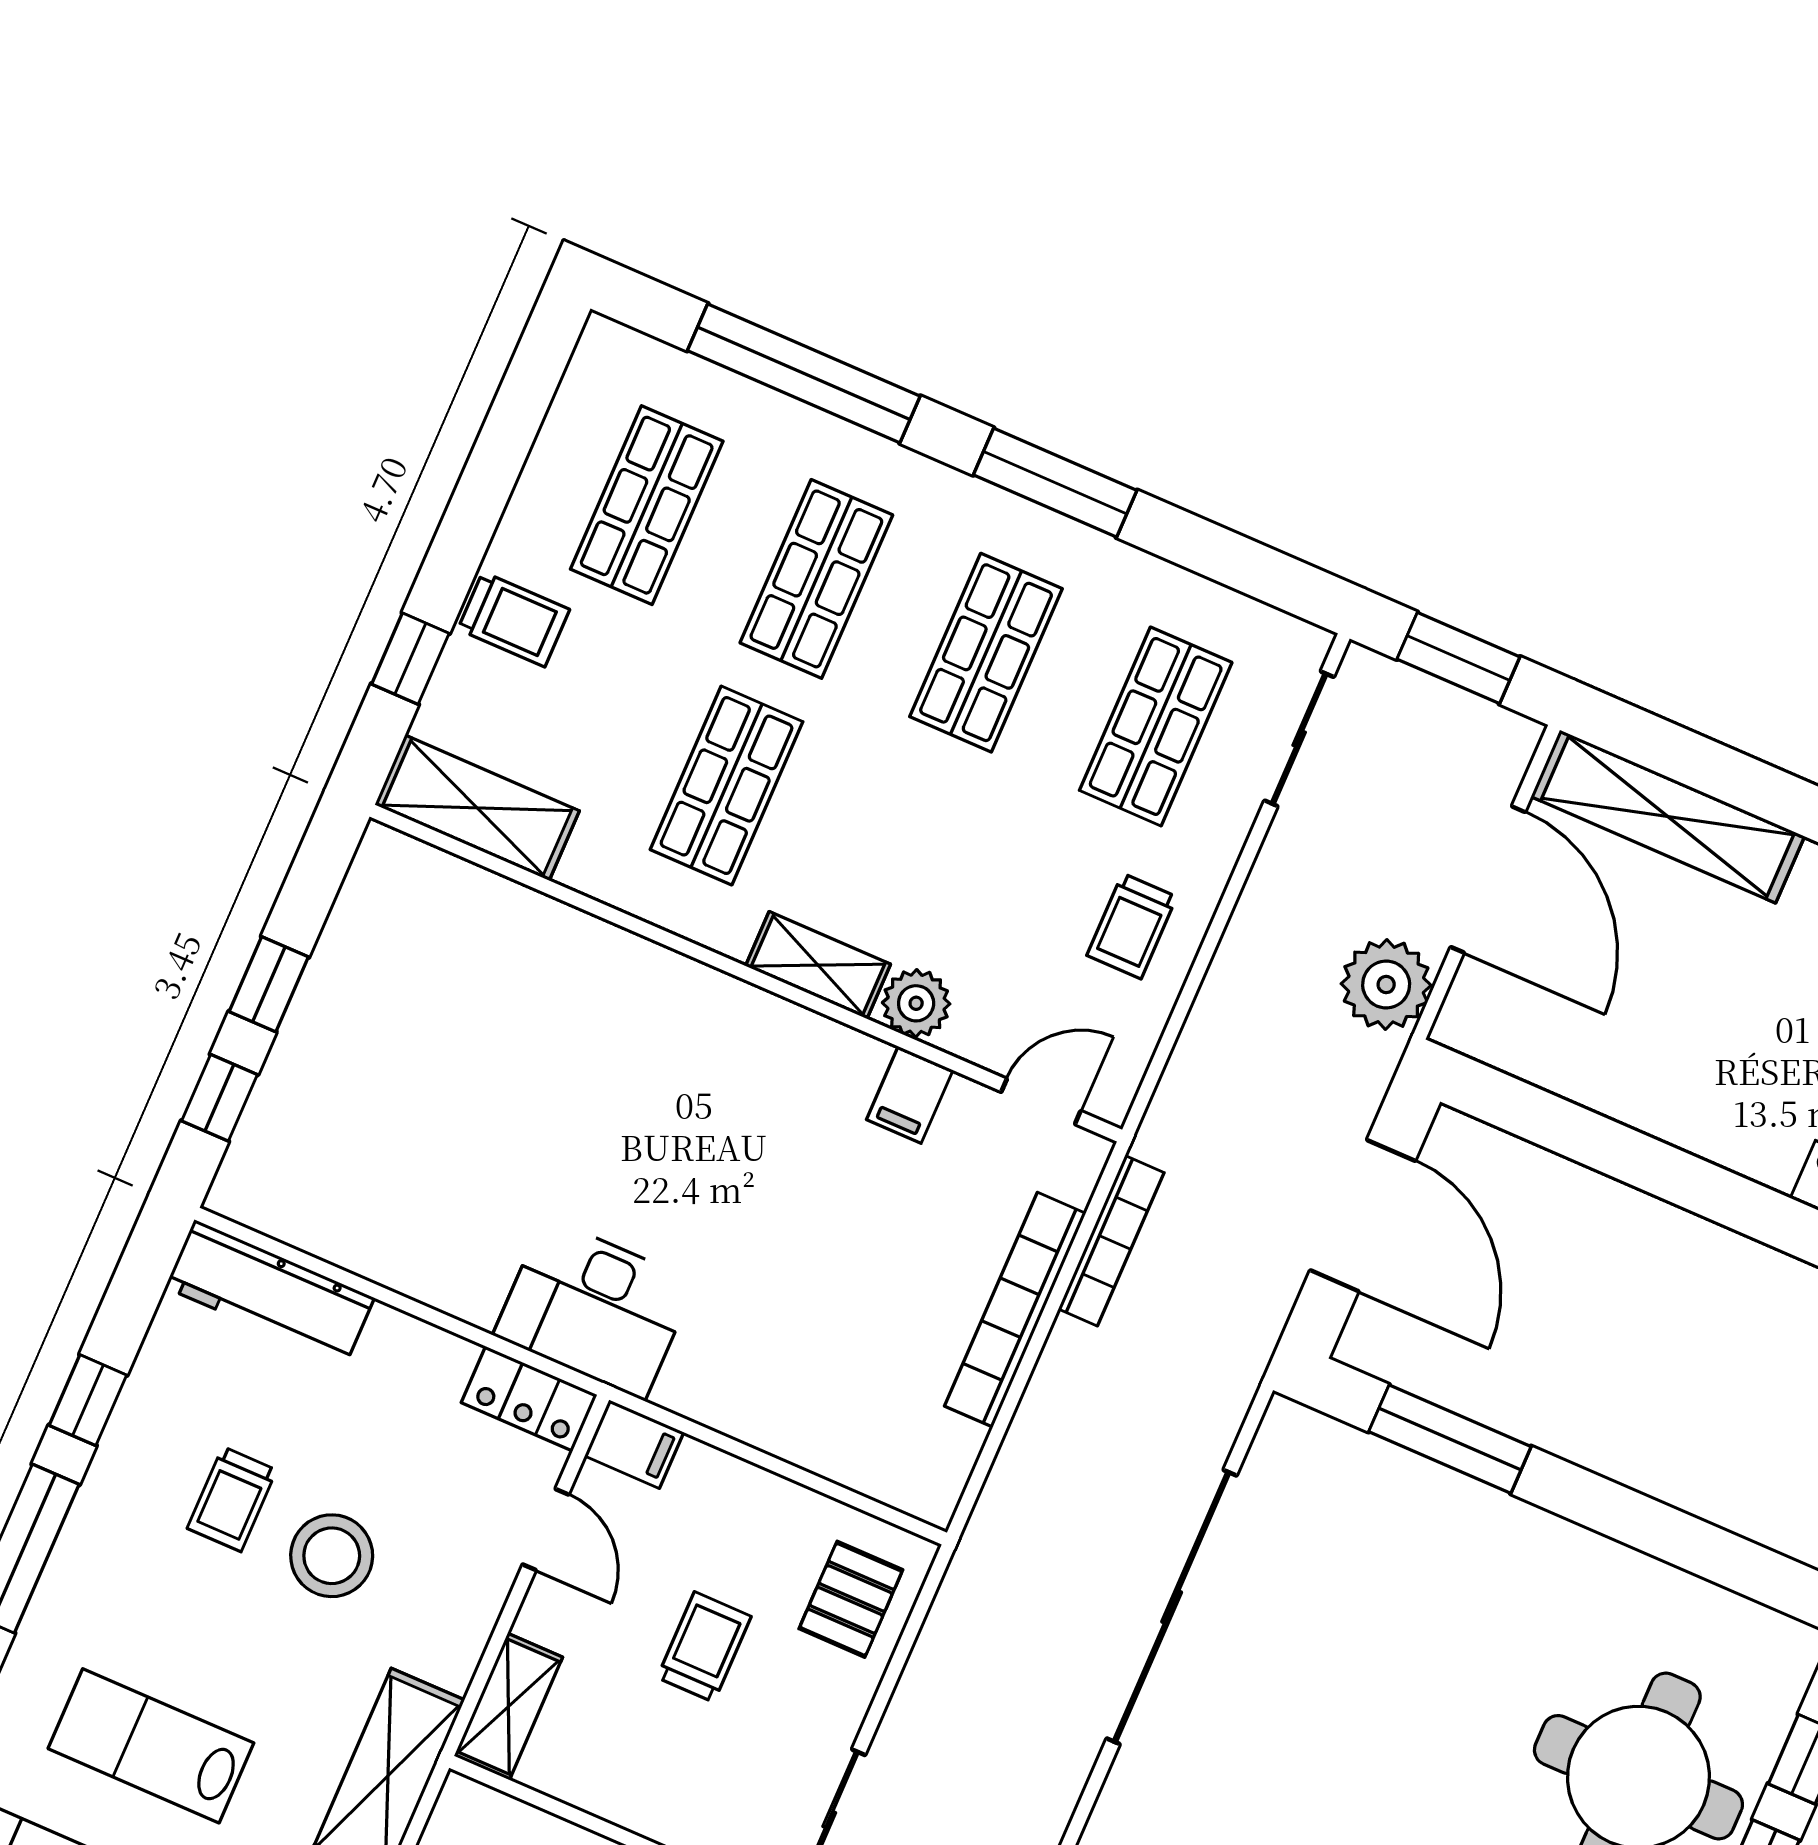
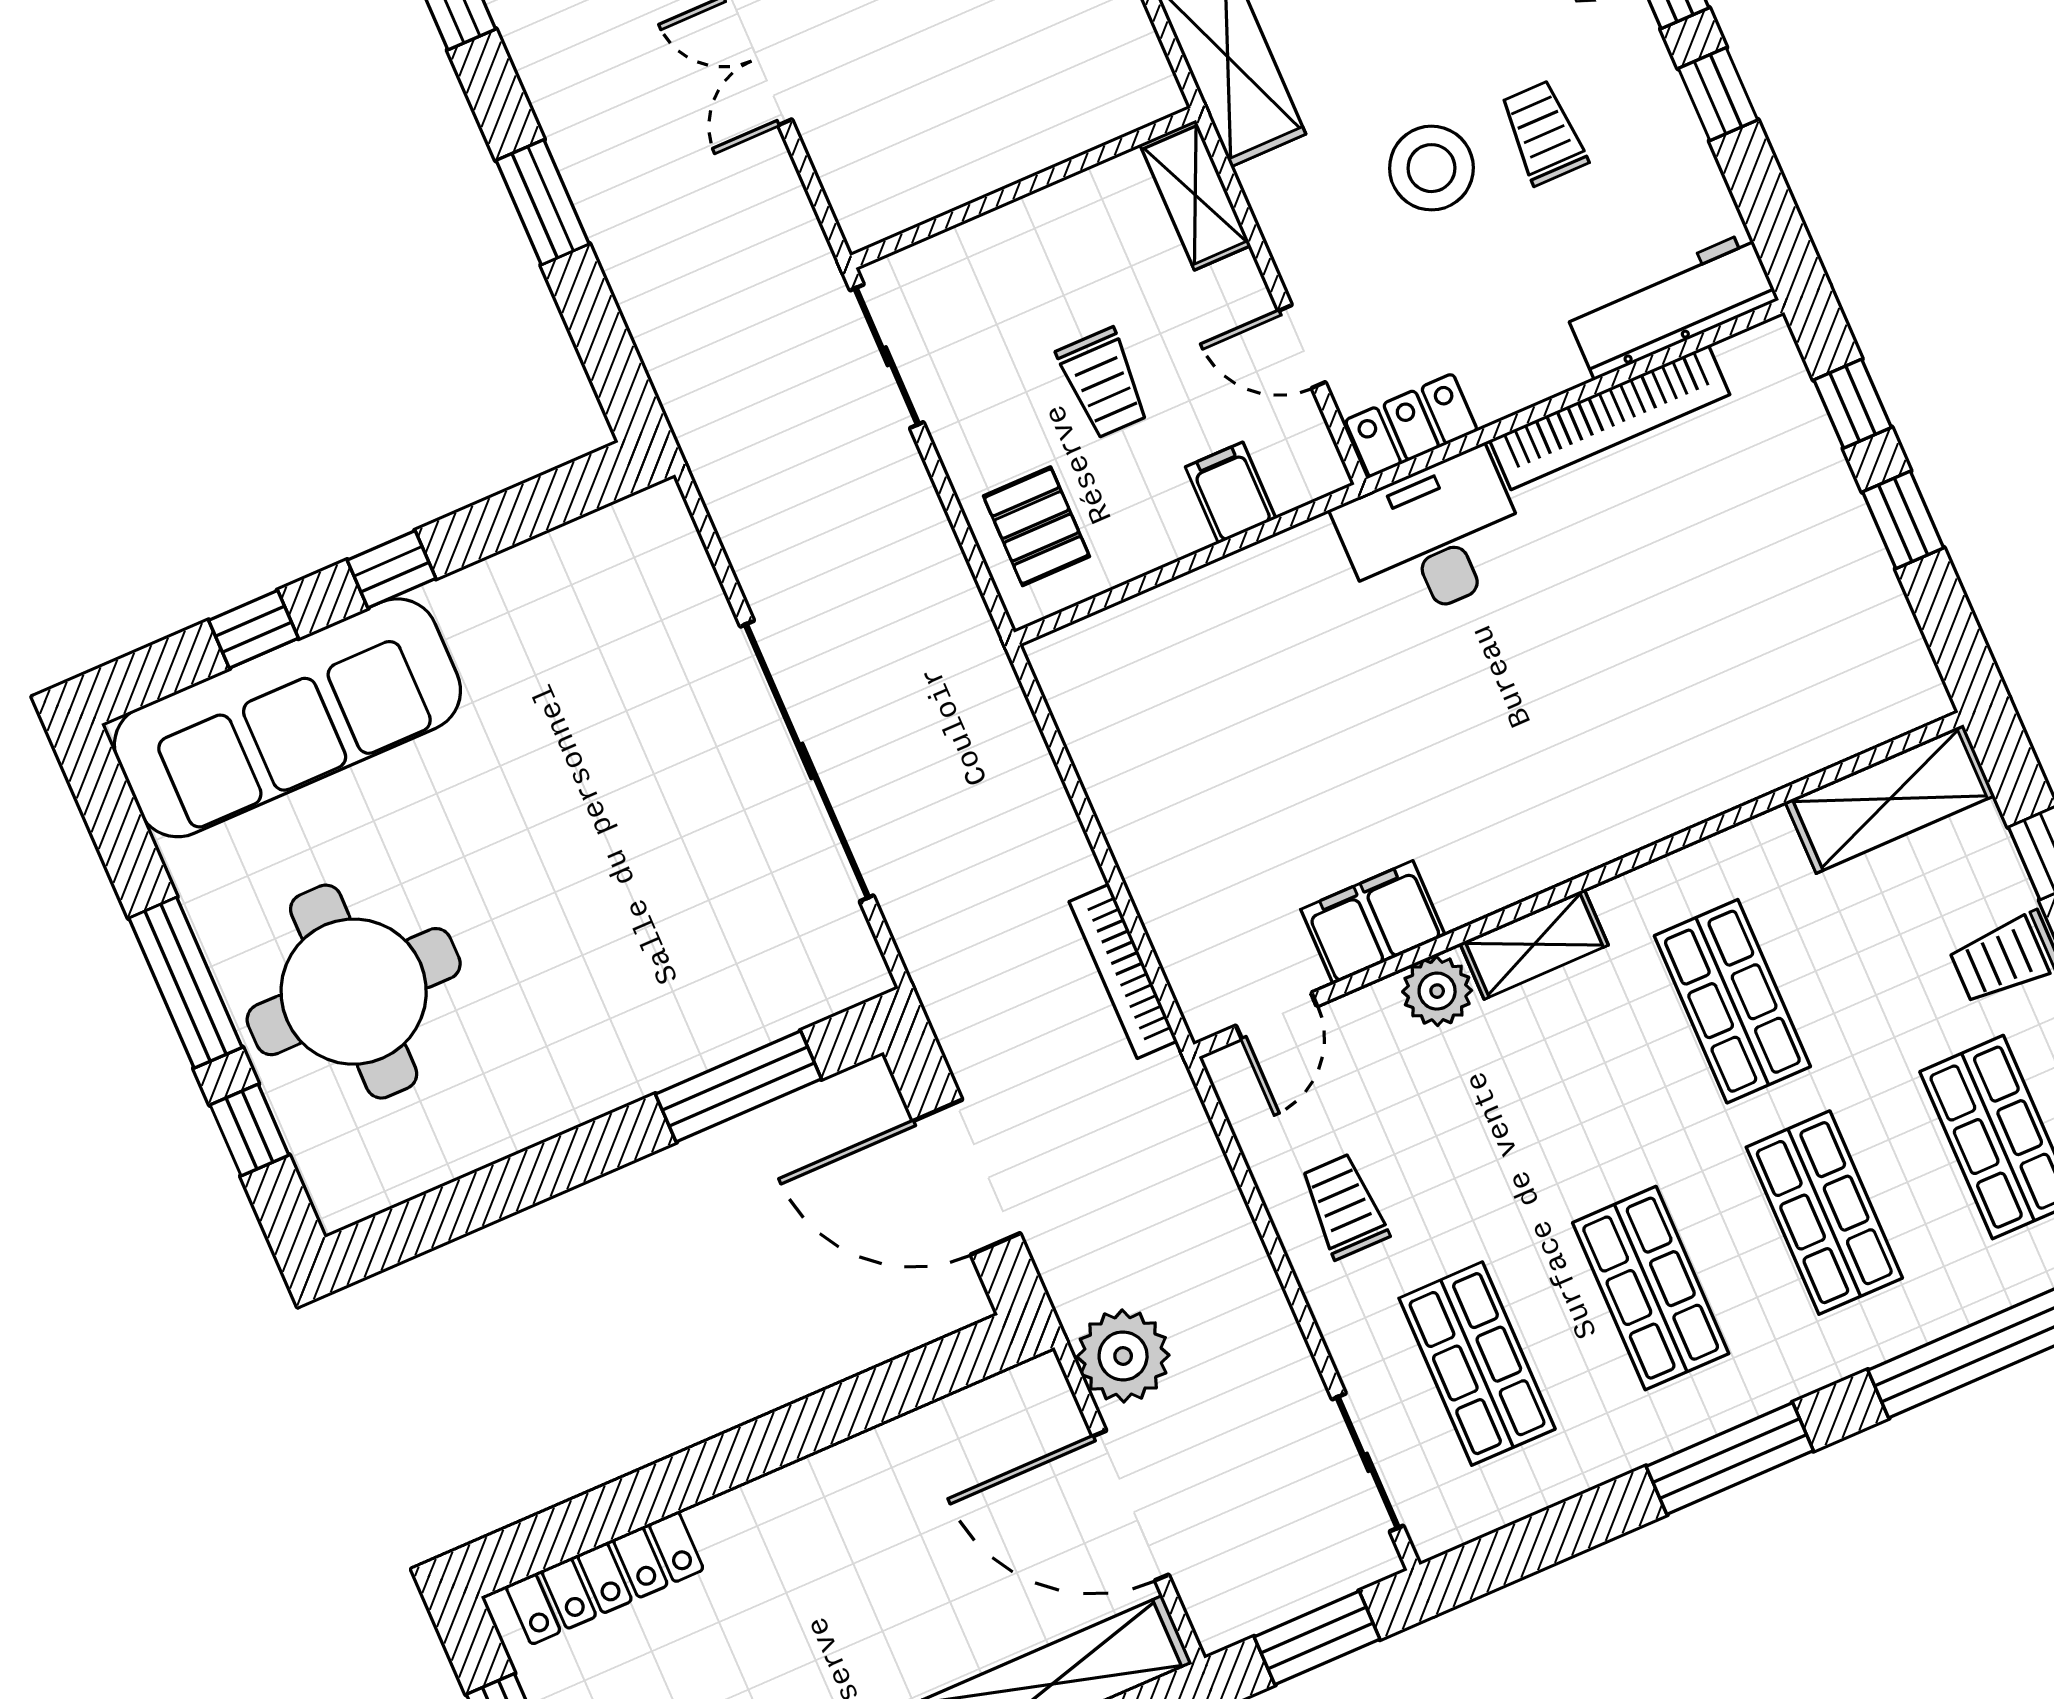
filing cabinet: (910, 1095) -> (1373, 922), width x2.00
bookcase: (1015, 1310) -> (1610, 417), moved, turned 90
filing cabinet: (634, 1444) -> (1231, 493), moved, turned 90

